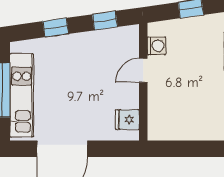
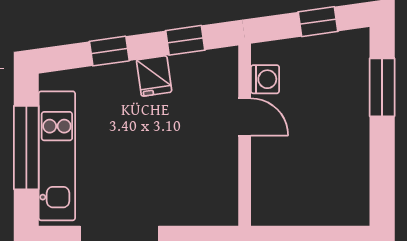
door: (143, 70) -> (245, 117), swing flipped
fridge: (127, 120) -> (154, 76), moved, turned -98

